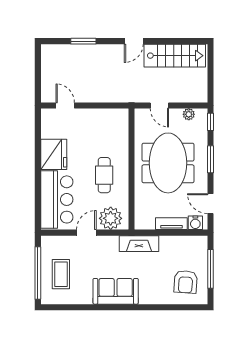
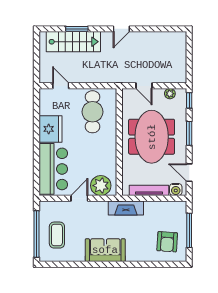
stairs: (175, 56) -> (73, 42), moved
cafe table: (104, 175) -> (93, 112), moved, width x1.37, depth x1.35
tv unit: (171, 224) -> (149, 190), width x1.41

